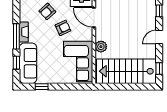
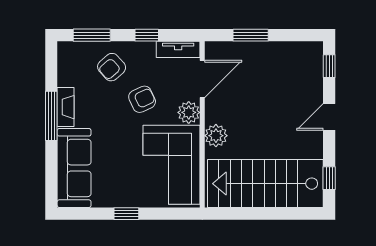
door: (94, 17) -> (202, 79), swing flipped
plant: (87, 35) -> (189, 112), added
window: (16, 63) -> (51, 167), removed
window: (42, 87) -> (126, 214), moved

